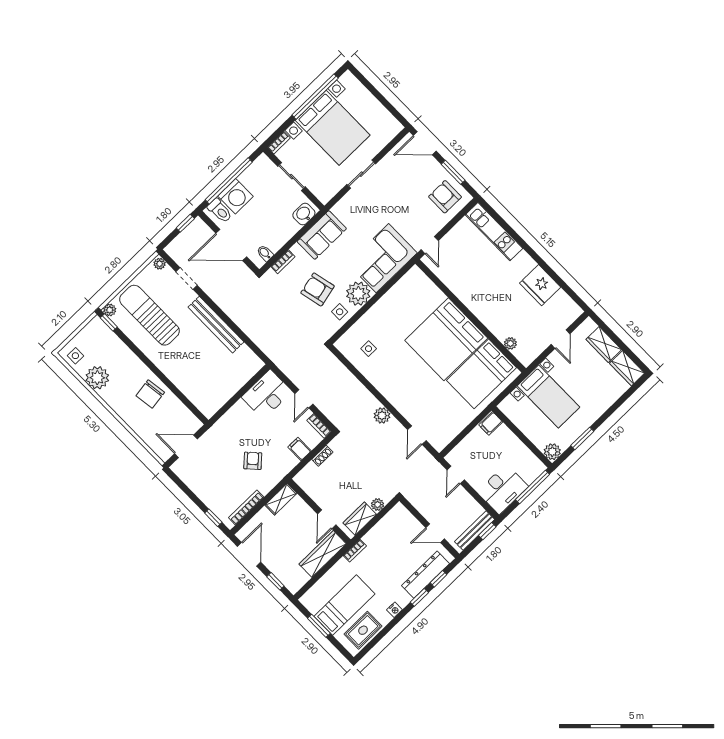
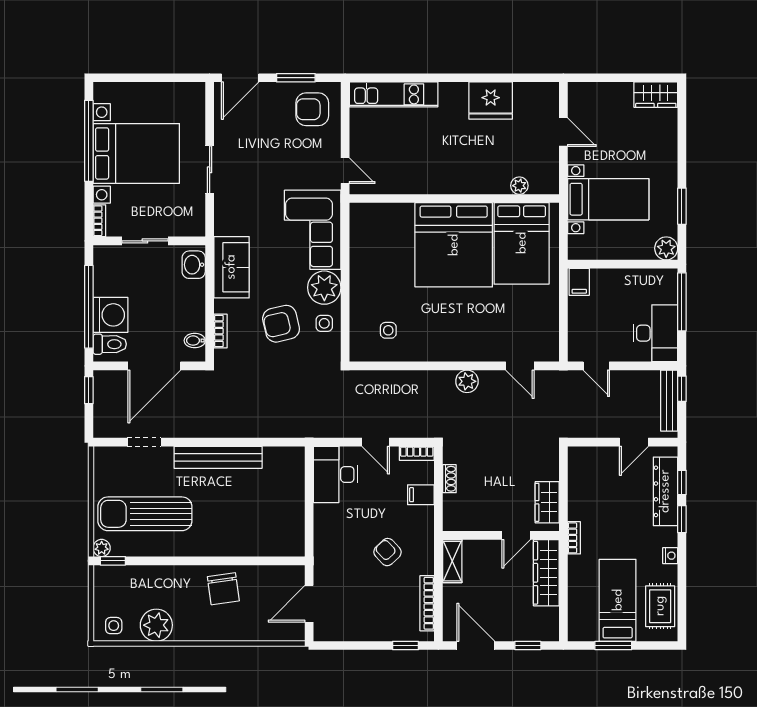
plant: (160, 264) -> (104, 454), removed
wardrobe: (604, 344) -> (610, 95), removed
plant: (378, 505) -> (550, 471), removed
door: (327, 519) -> (516, 535), hinge flipped

